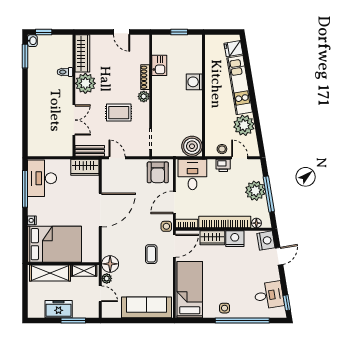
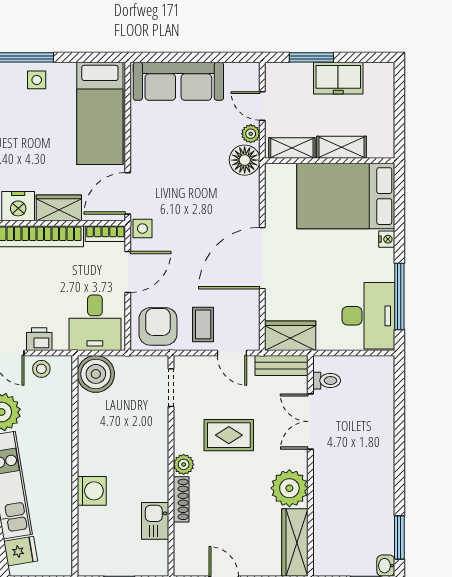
toilet: (65, 72) -> (327, 381), moved
coffee table: (151, 254) -> (203, 324), moved
shelving: (50, 273) -> (341, 147), width x0.67, depth x0.75

